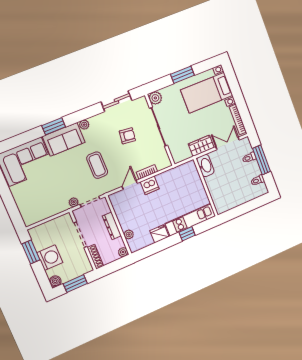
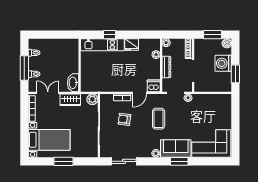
plant: (155, 98) -> (92, 99), moved
armchair: (127, 136) -> (124, 119), moved
double door: (228, 143) -> (48, 93), swing flipped
dishwasher: (150, 185) -> (154, 86), moved

